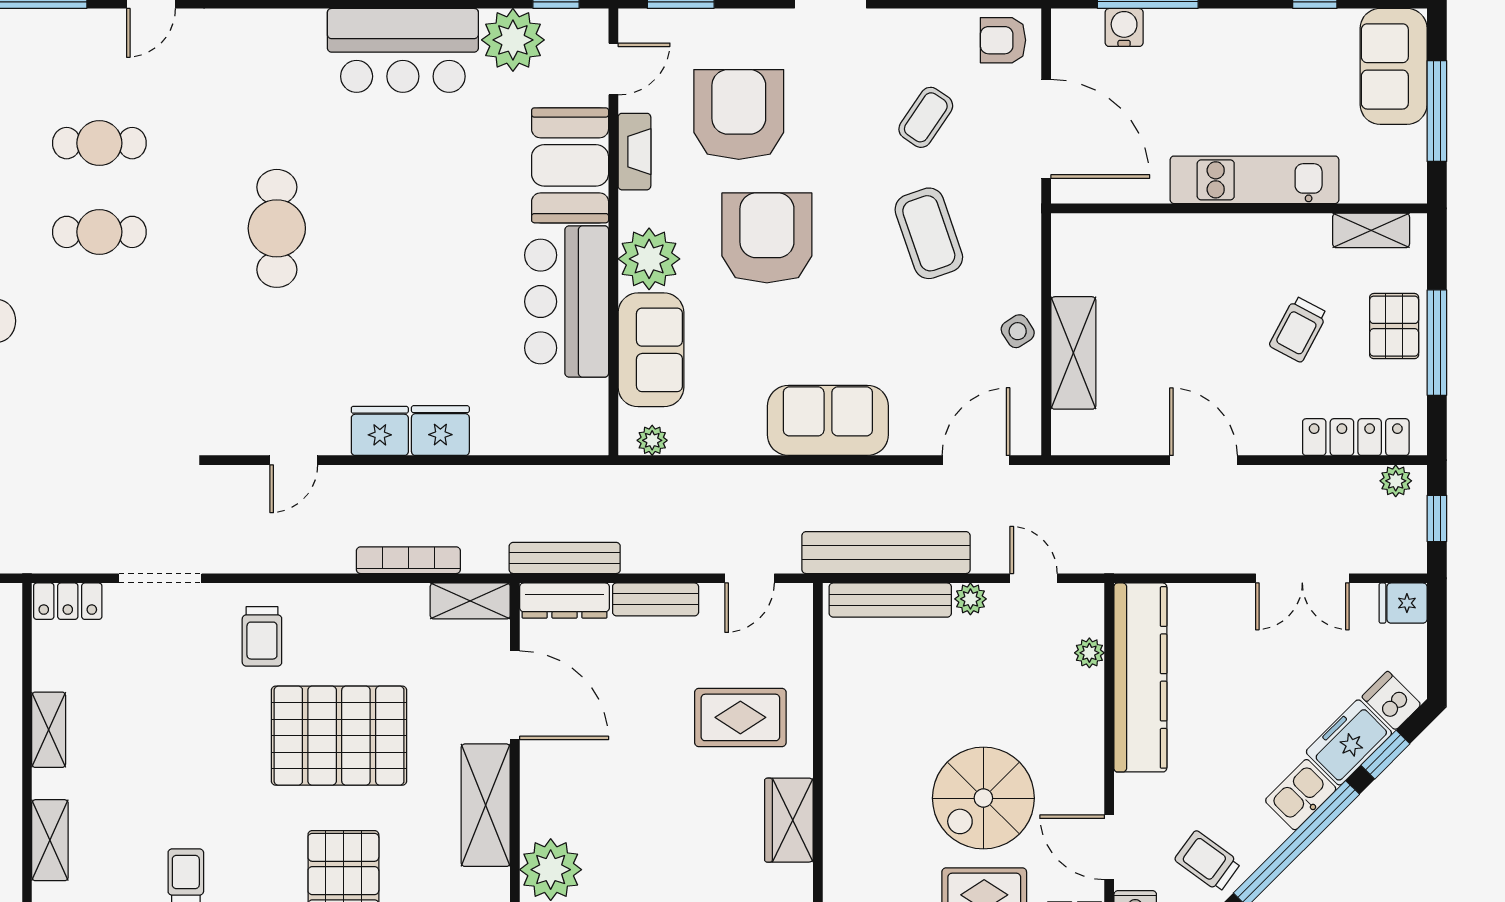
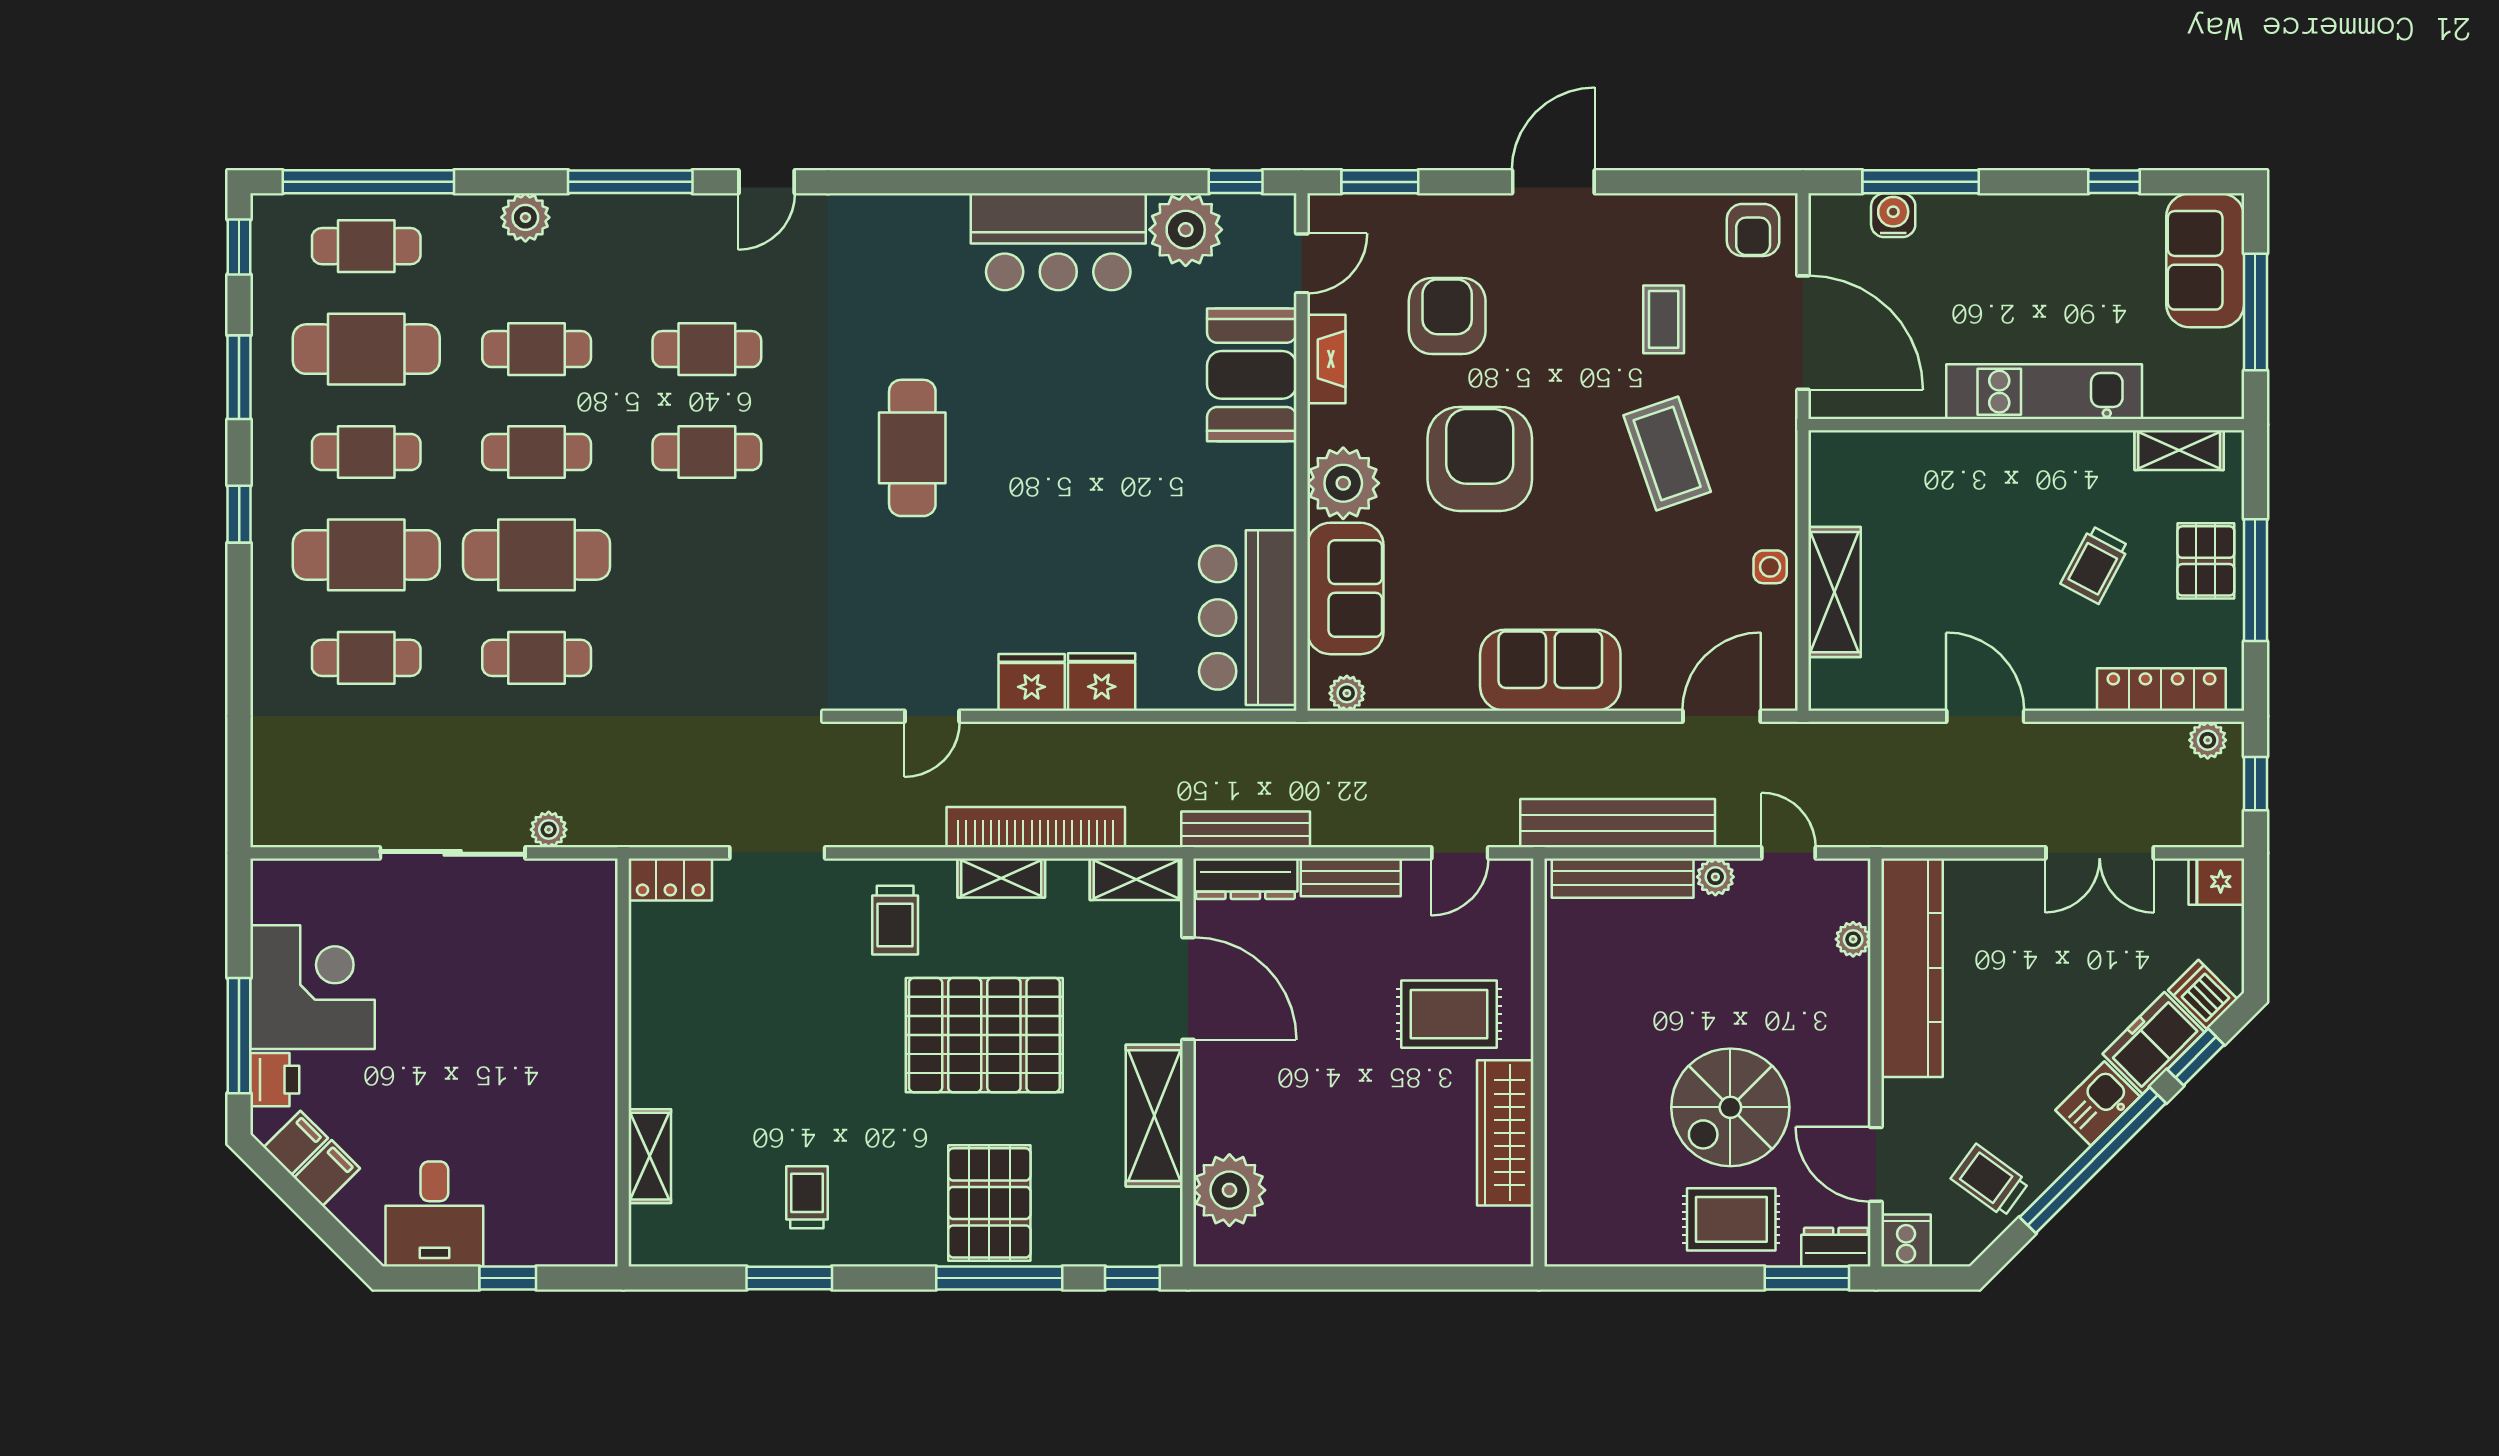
armchair: (1003, 40) -> (1753, 230), turned -90
armchair: (739, 114) -> (1447, 316), width x0.73, depth x0.73
coffee table: (926, 117) -> (1664, 319), turned -34
bar counter: (567, 302) -> (1248, 618), moved
side table: (1018, 331) -> (1770, 567), turned 33
bookcase: (408, 560) -> (1036, 827), width x1.48, depth x1.31
shelving: (49, 730) -> (1001, 878), moved, turned 90
wardrobe: (789, 820) -> (1505, 1133), width x1.50

